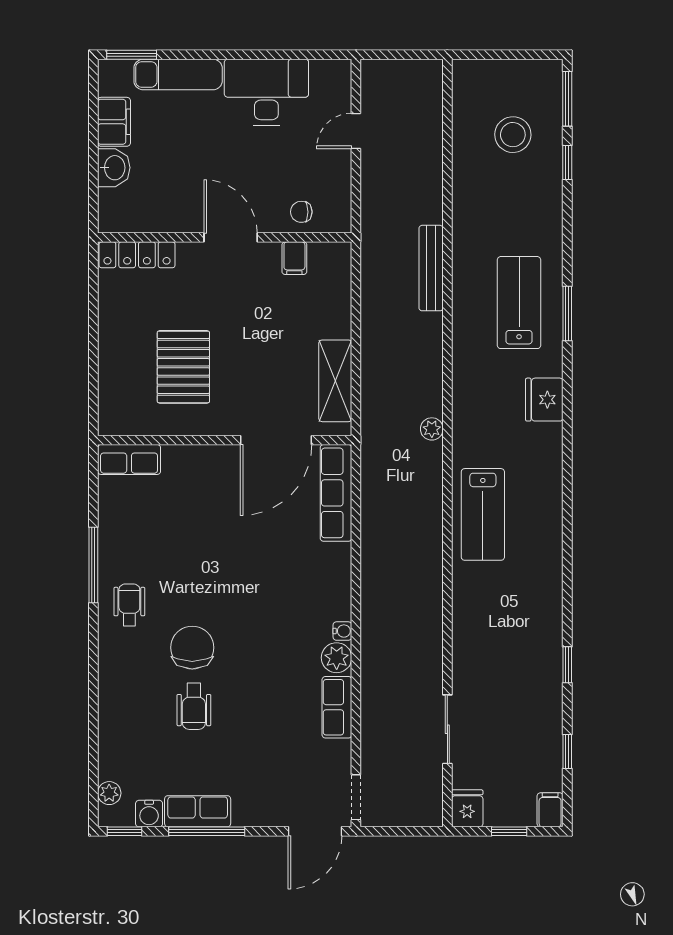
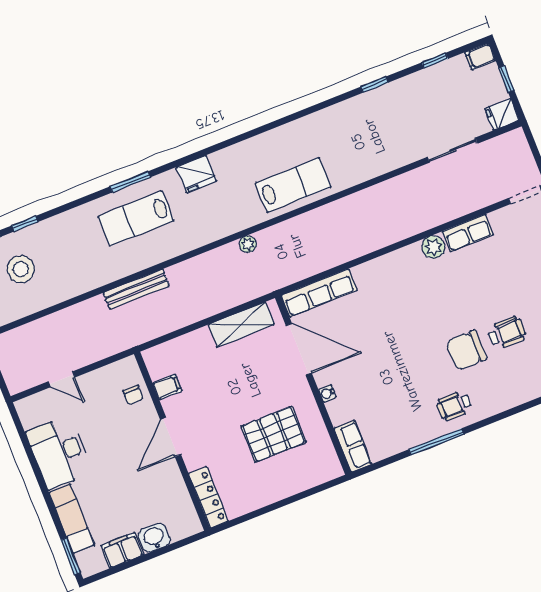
water cooler: (342, 631) -> (327, 393), moved, turned -90

